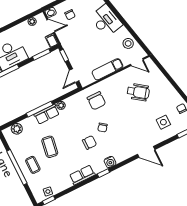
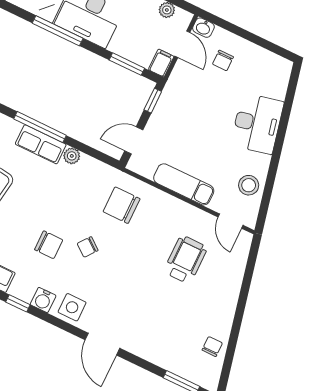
wheelchair: (138, 92) -> (185, 260), turned -126
chair: (96, 101) -> (122, 205), turned 90
side table: (163, 122) -> (72, 307), moved

